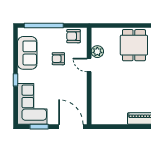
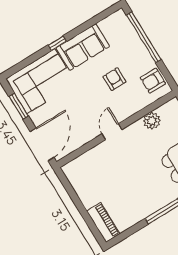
armchair: (73, 36) -> (153, 81), turned -90
sofa: (27, 53) -> (83, 47), moved
door: (89, 65) -> (112, 132), moved

